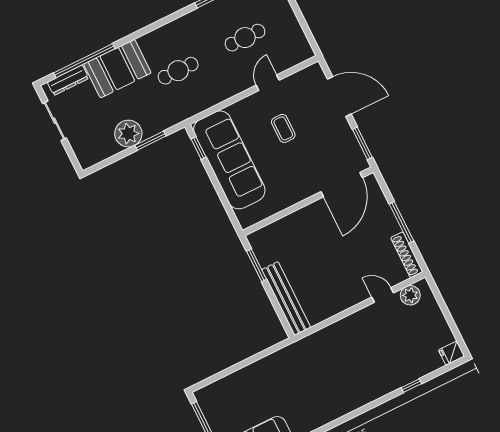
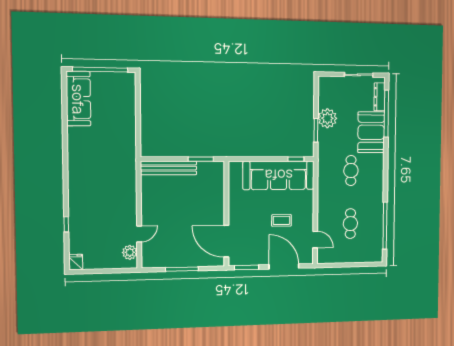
door: (268, 83) -> (315, 240), moved
door: (339, 97) -> (284, 266), swing flipped
shoe rack: (407, 255) -> (158, 263), removed

